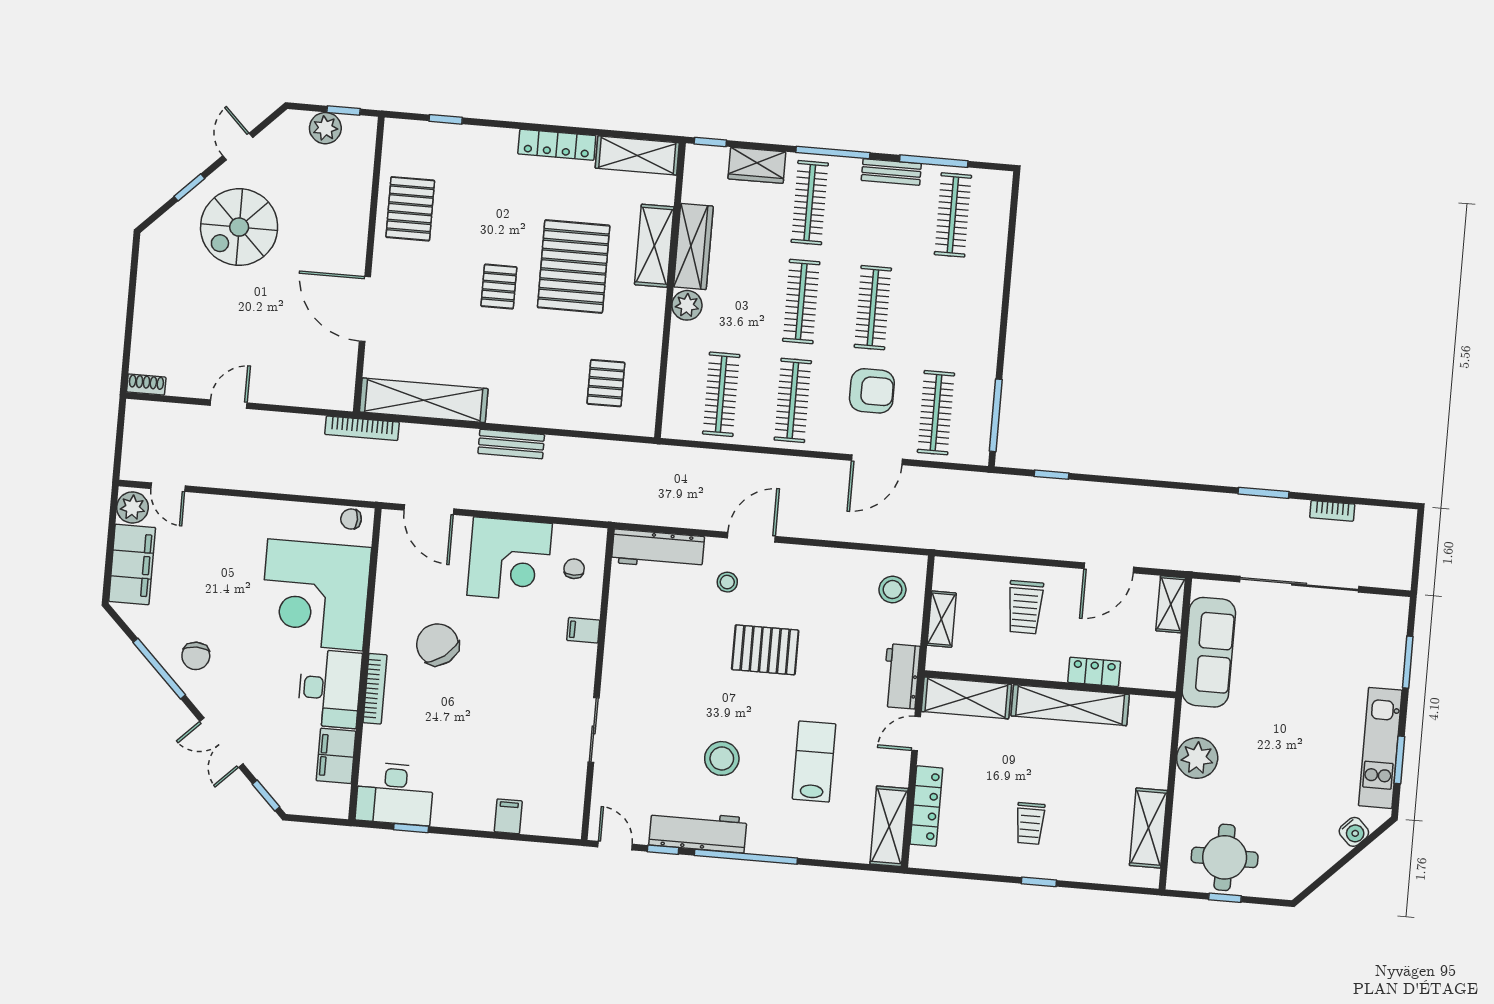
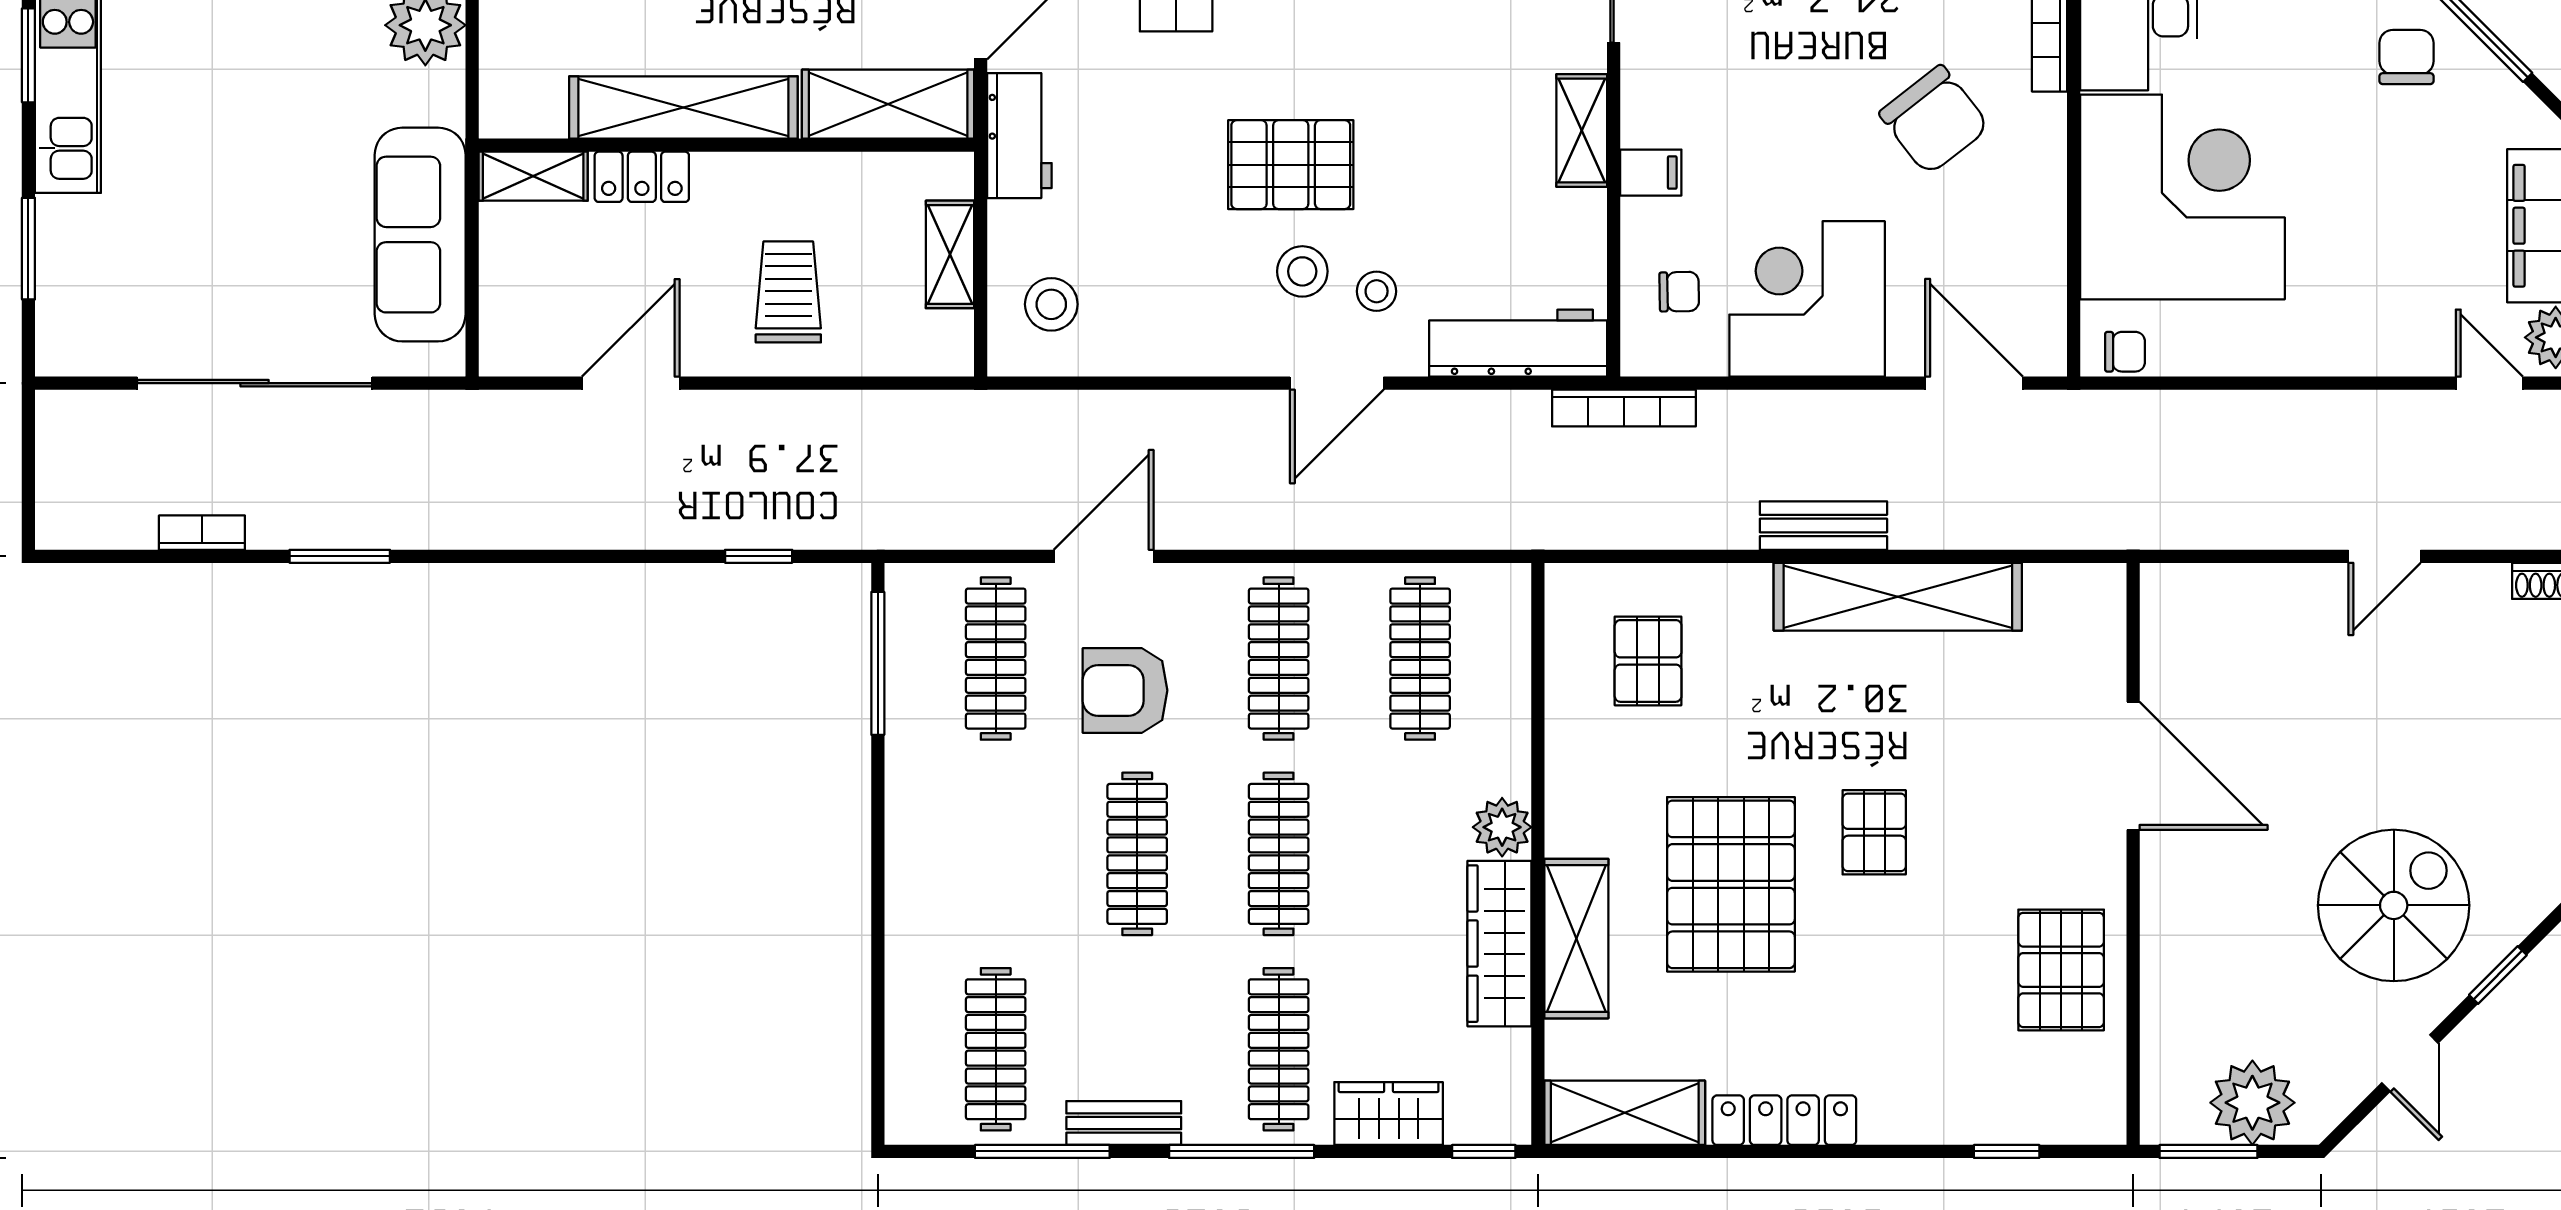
window: (343, 111) -> (2209, 1151), width x1.50
plant: (325, 128) -> (2252, 1103), width x1.36, depth x1.36
shelving: (424, 400) -> (1898, 597), moved
bookcase: (362, 428) -> (1624, 408), moved, turned 180
chair: (574, 569) -> (1679, 292), turned -91
stool: (764, 595) -> (1302, 271), added
shelving: (1171, 604) -> (533, 176), moved, turned 90
shelving: (616, 654) -> (1582, 131), added

